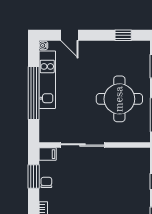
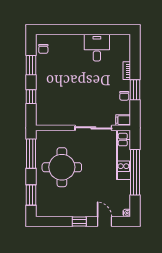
window: (123, 35) -> (79, 222), moved
kitchen unit: (47, 80) -> (123, 155), moved
window: (34, 177) -> (135, 90), moved

